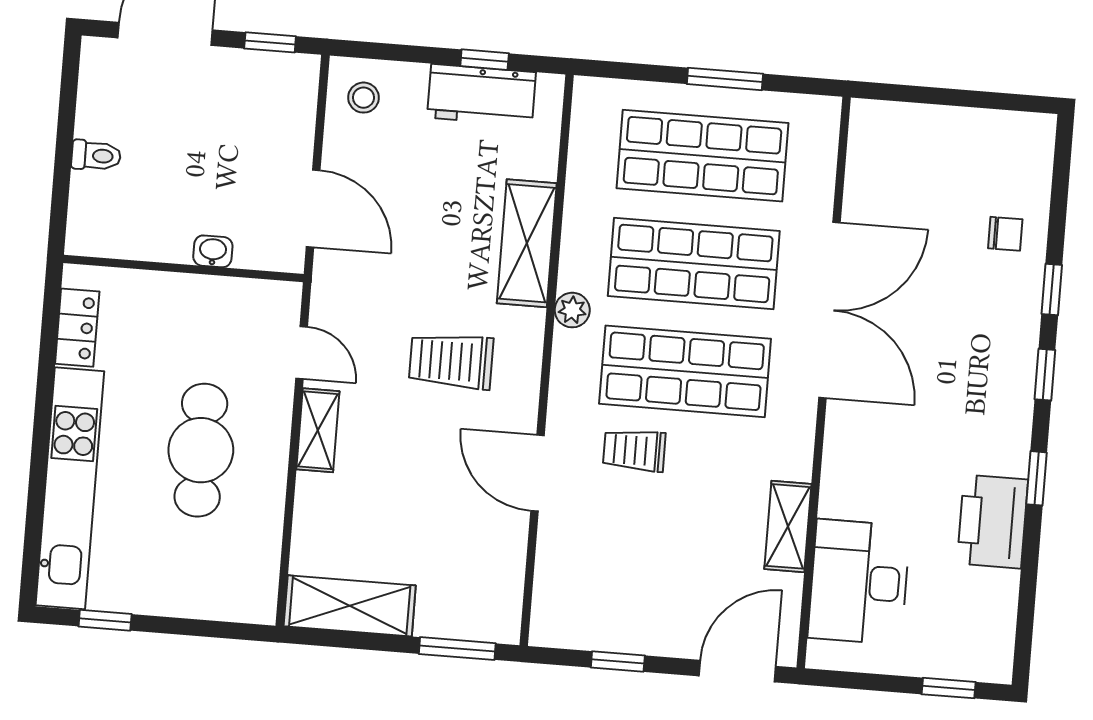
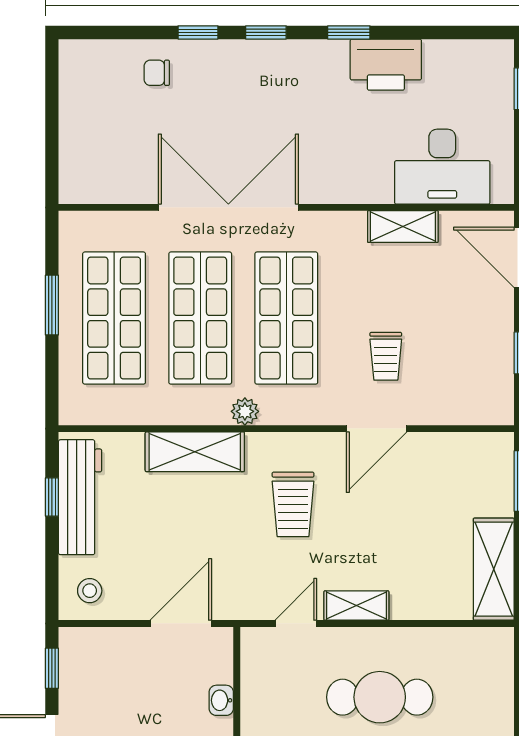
workbench: (481, 95) -> (80, 497), width x1.38
chair: (1005, 234) -> (157, 73), turned -90
trolley: (634, 450) -> (386, 356), moved

